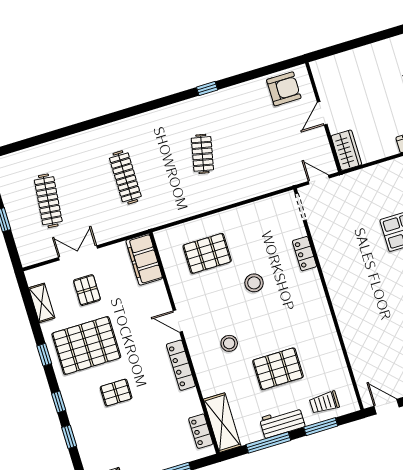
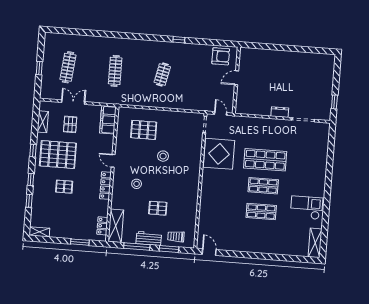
wardrobe: (346, 150) -> (242, 103), removed
display table: (341, 245) -> (219, 154), added
locker: (304, 254) -> (197, 151), removed
pallet: (278, 369) -> (158, 208), width x0.67, depth x0.71

